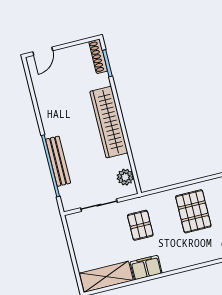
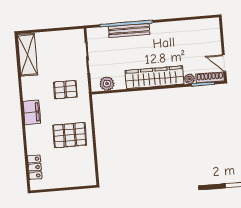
door: (43, 51) -> (224, 63), moved
plant: (104, 80) -> (190, 79), added
filing cabinet: (146, 268) -> (32, 112), moved

